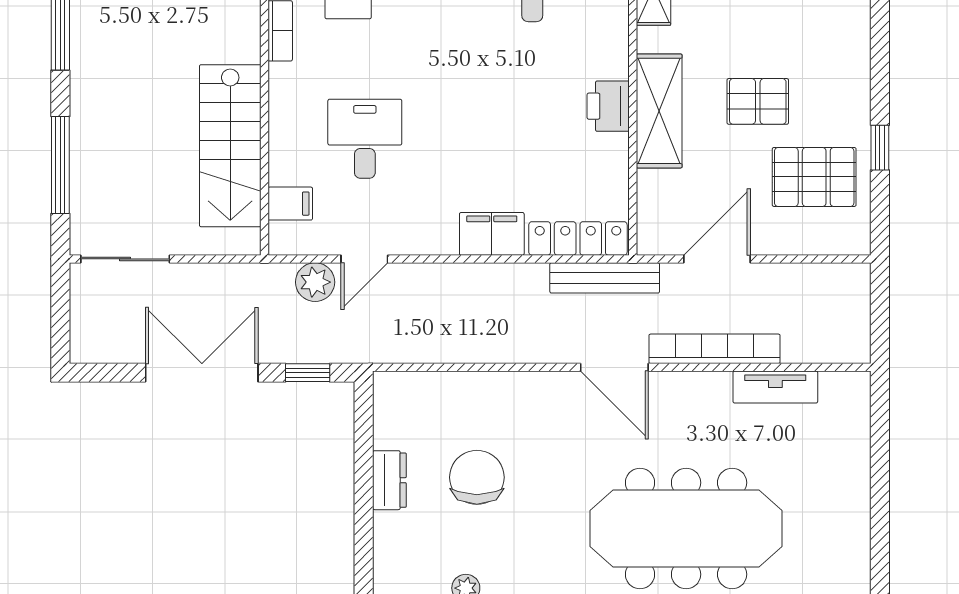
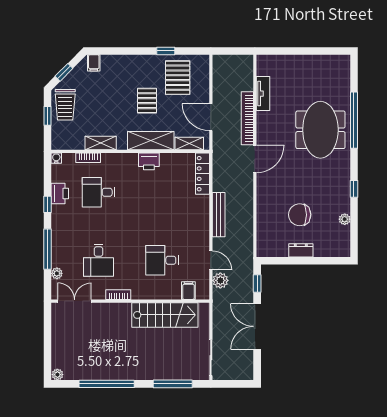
shelving: (652, 206) -> (189, 144), added
filing cabinet: (492, 234) -> (201, 209), removed
bench: (605, 278) -> (219, 215), moved
meeting table: (686, 529) -> (320, 130), width x0.73

